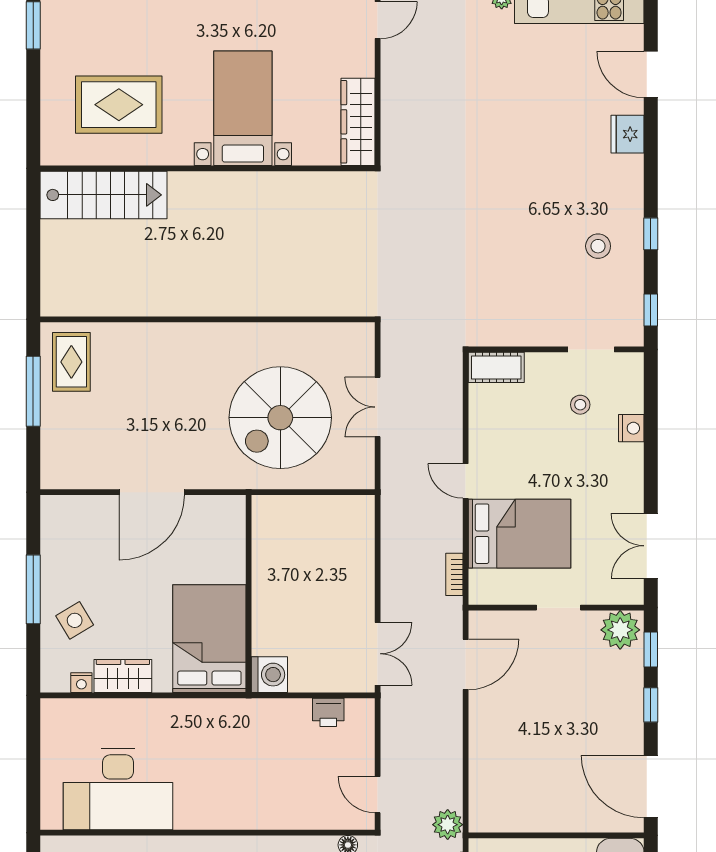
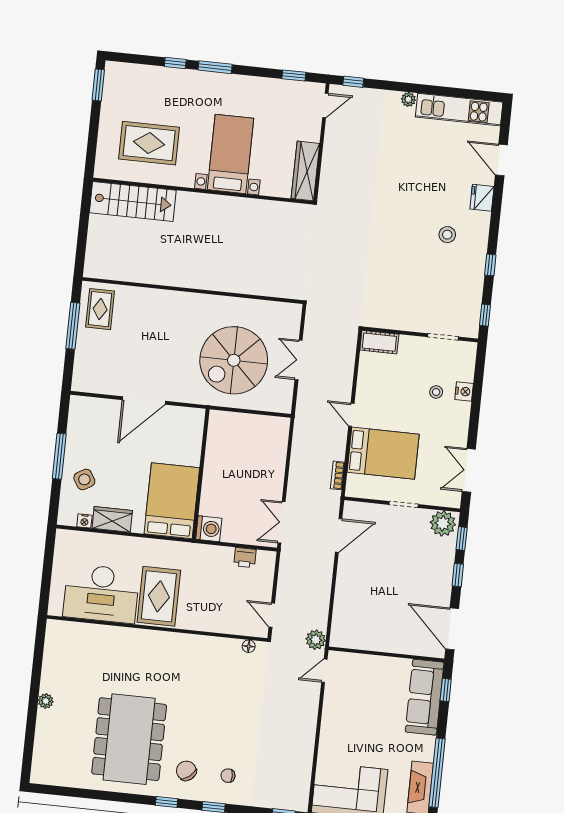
stool: (598, 246) -> (447, 235), moved
stool: (580, 405) -> (436, 392), moved
double door: (378, 654) -> (282, 522), swing flipped
rug: (205, 784) -> (159, 596), added

